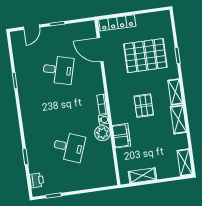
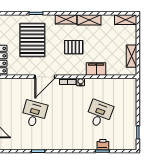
door: (100, 50) -> (45, 77), moved
plant: (102, 133) -> (92, 85), removed
printer: (37, 180) -> (103, 145), moved

